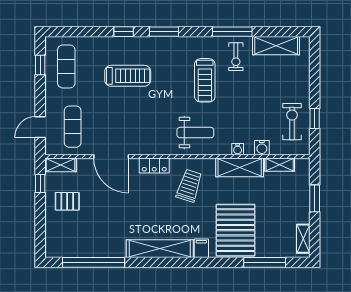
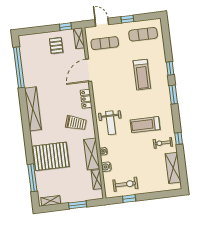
window: (232, 32) -> (179, 139), width x0.46
window: (40, 65) -> (127, 19), moved
filing cabinet: (201, 248) -> (36, 136), removed

